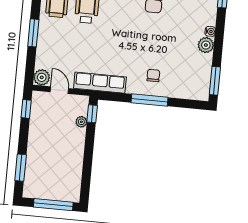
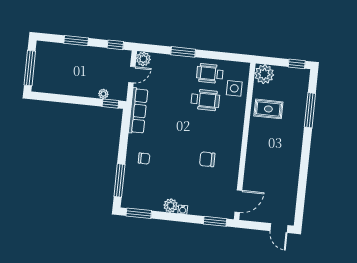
window: (150, 100) -> (119, 180), moved
window: (21, 168) -> (76, 41), moved

